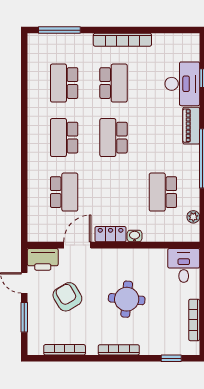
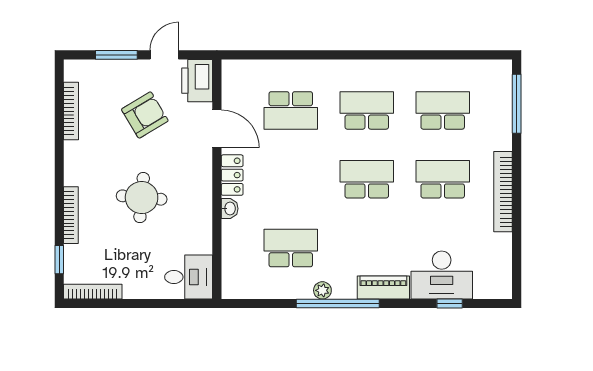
school desk: (114, 83) -> (443, 179), turned 180
plant: (193, 217) -> (322, 290), moved
bookcase: (194, 320) -> (93, 292), moved
bookcase: (119, 350) -> (71, 215), moved

